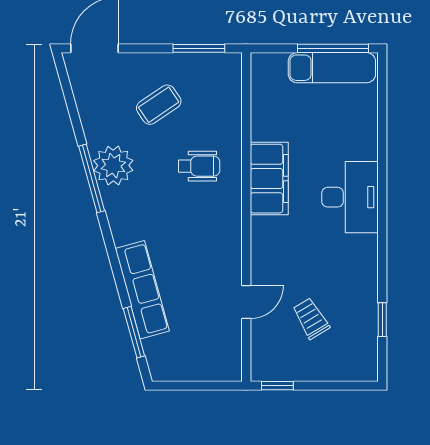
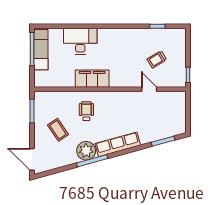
desk: (350, 197) -> (80, 41), moved
row of seats: (142, 290) -> (118, 144), moved

